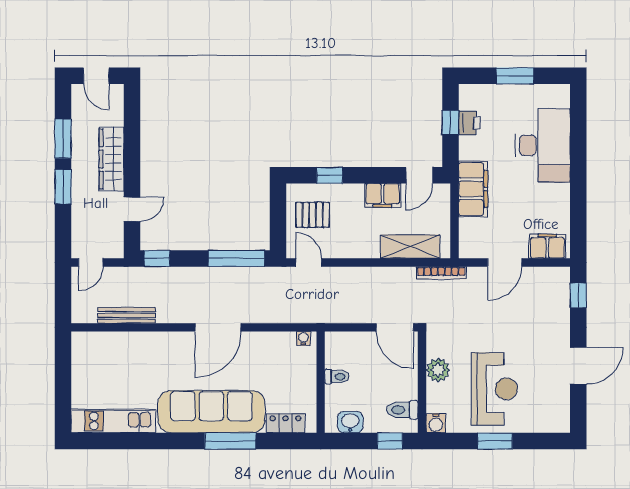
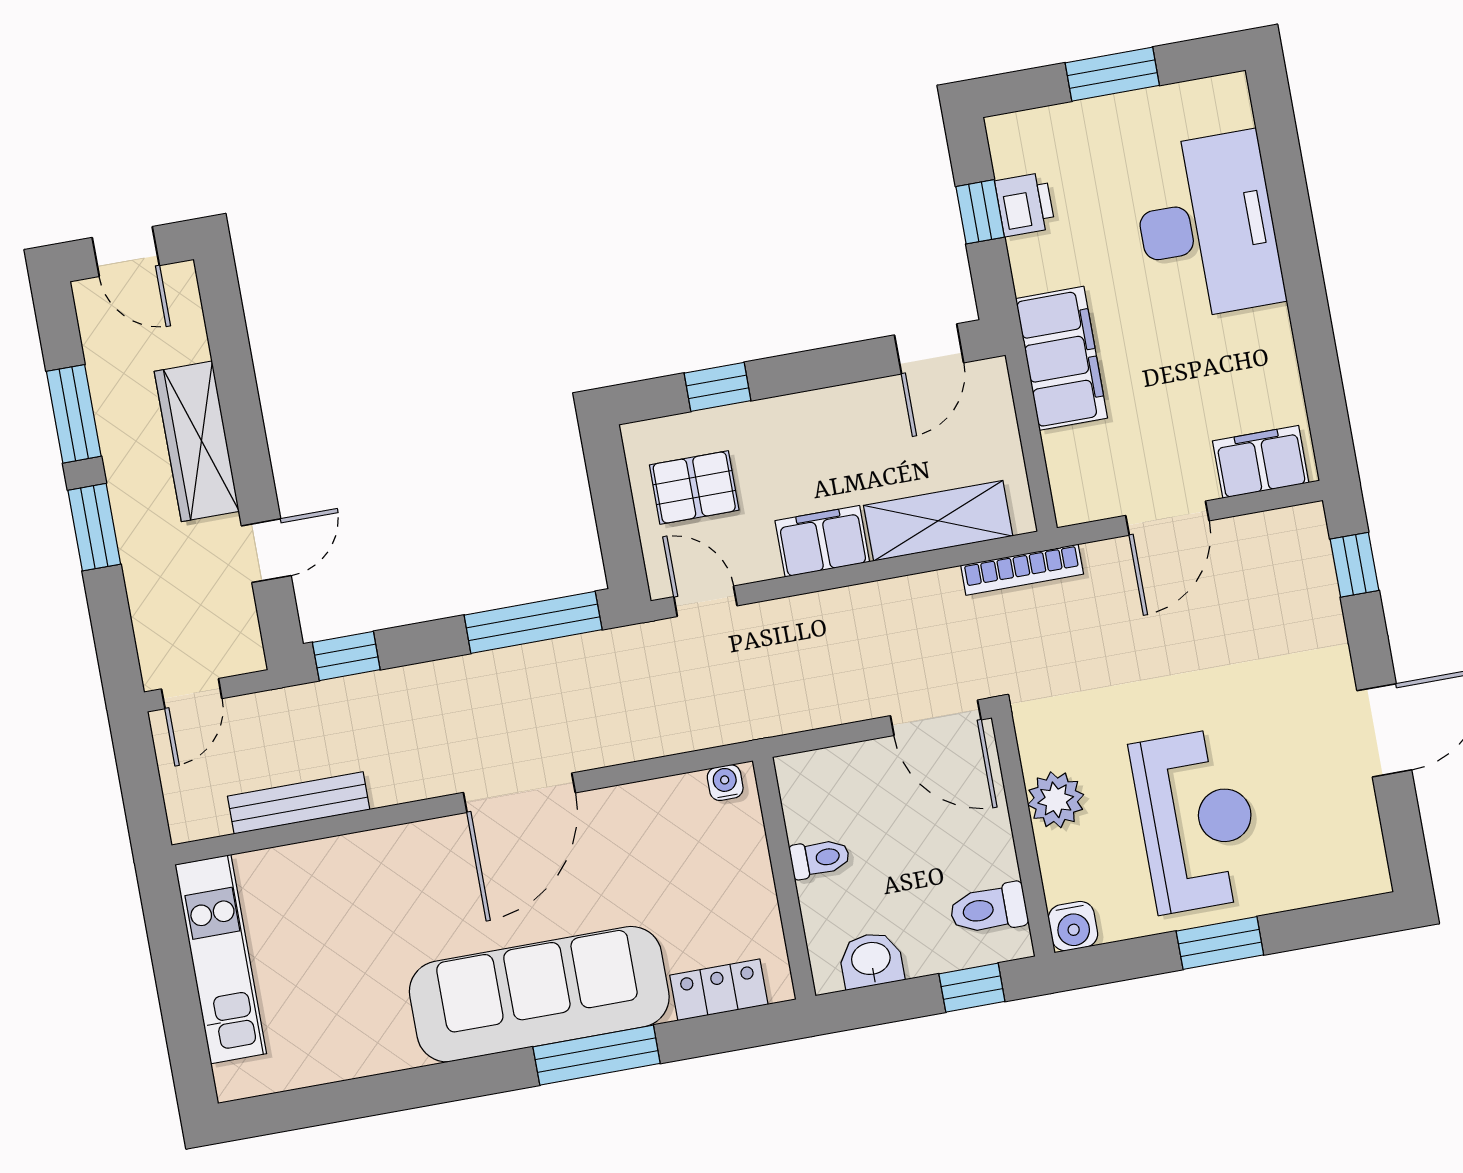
filing cabinet: (383, 195) -> (822, 541), moved, turned 180
kitchen unit: (113, 421) -> (221, 959), moved, turned 90

